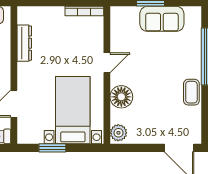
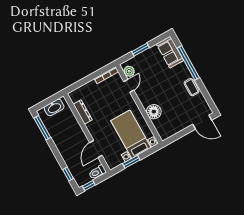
sofa: (162, 19) -> (170, 52), moved, turned 90
door: (107, 63) -> (129, 86), moved
plant: (118, 133) -> (129, 71), moved

